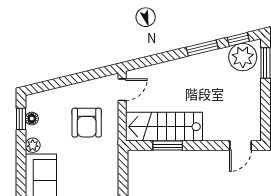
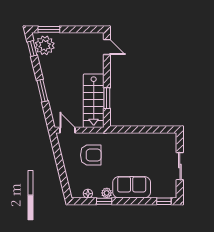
window: (202, 48) -> (42, 91), moved
window: (21, 119) -> (104, 201), moved

